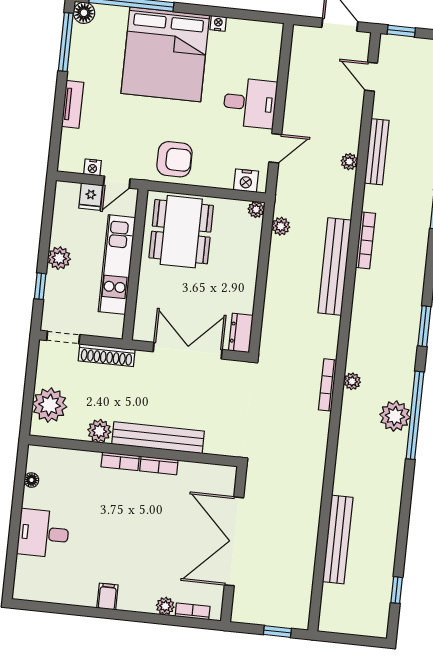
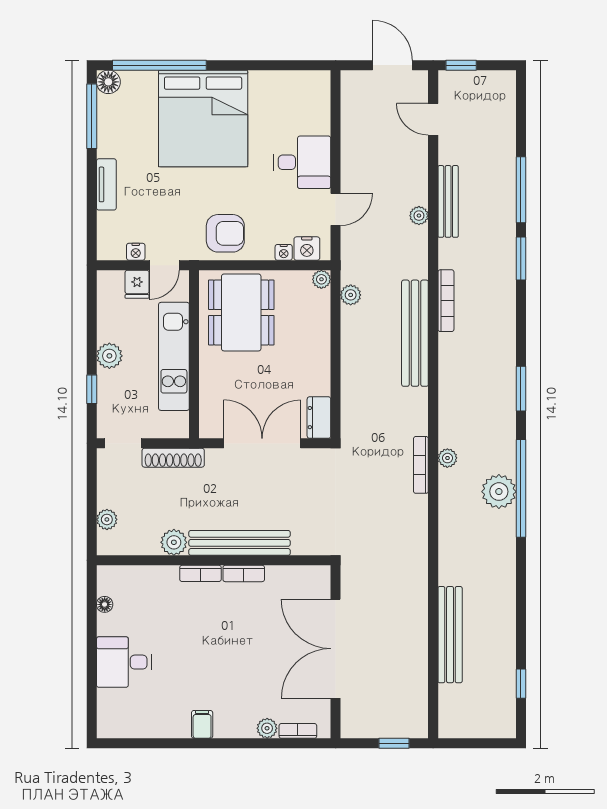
nightstand: (218, 23) -> (284, 252), moved, turned 180
plant: (50, 405) -> (107, 519), width x0.53, depth x0.53

